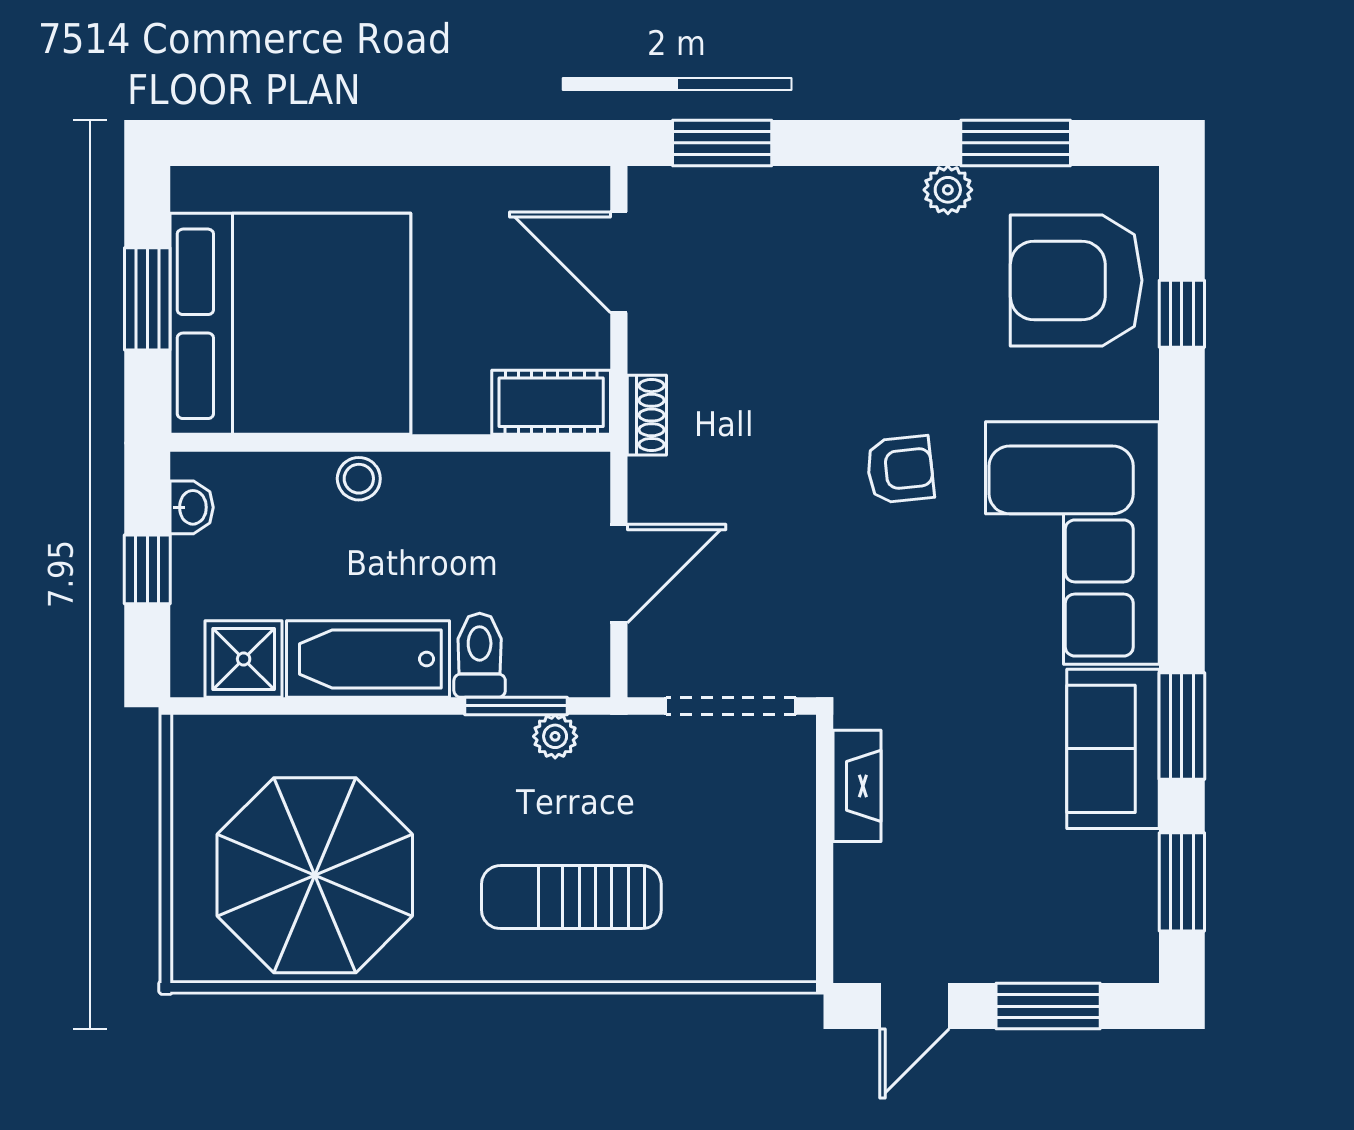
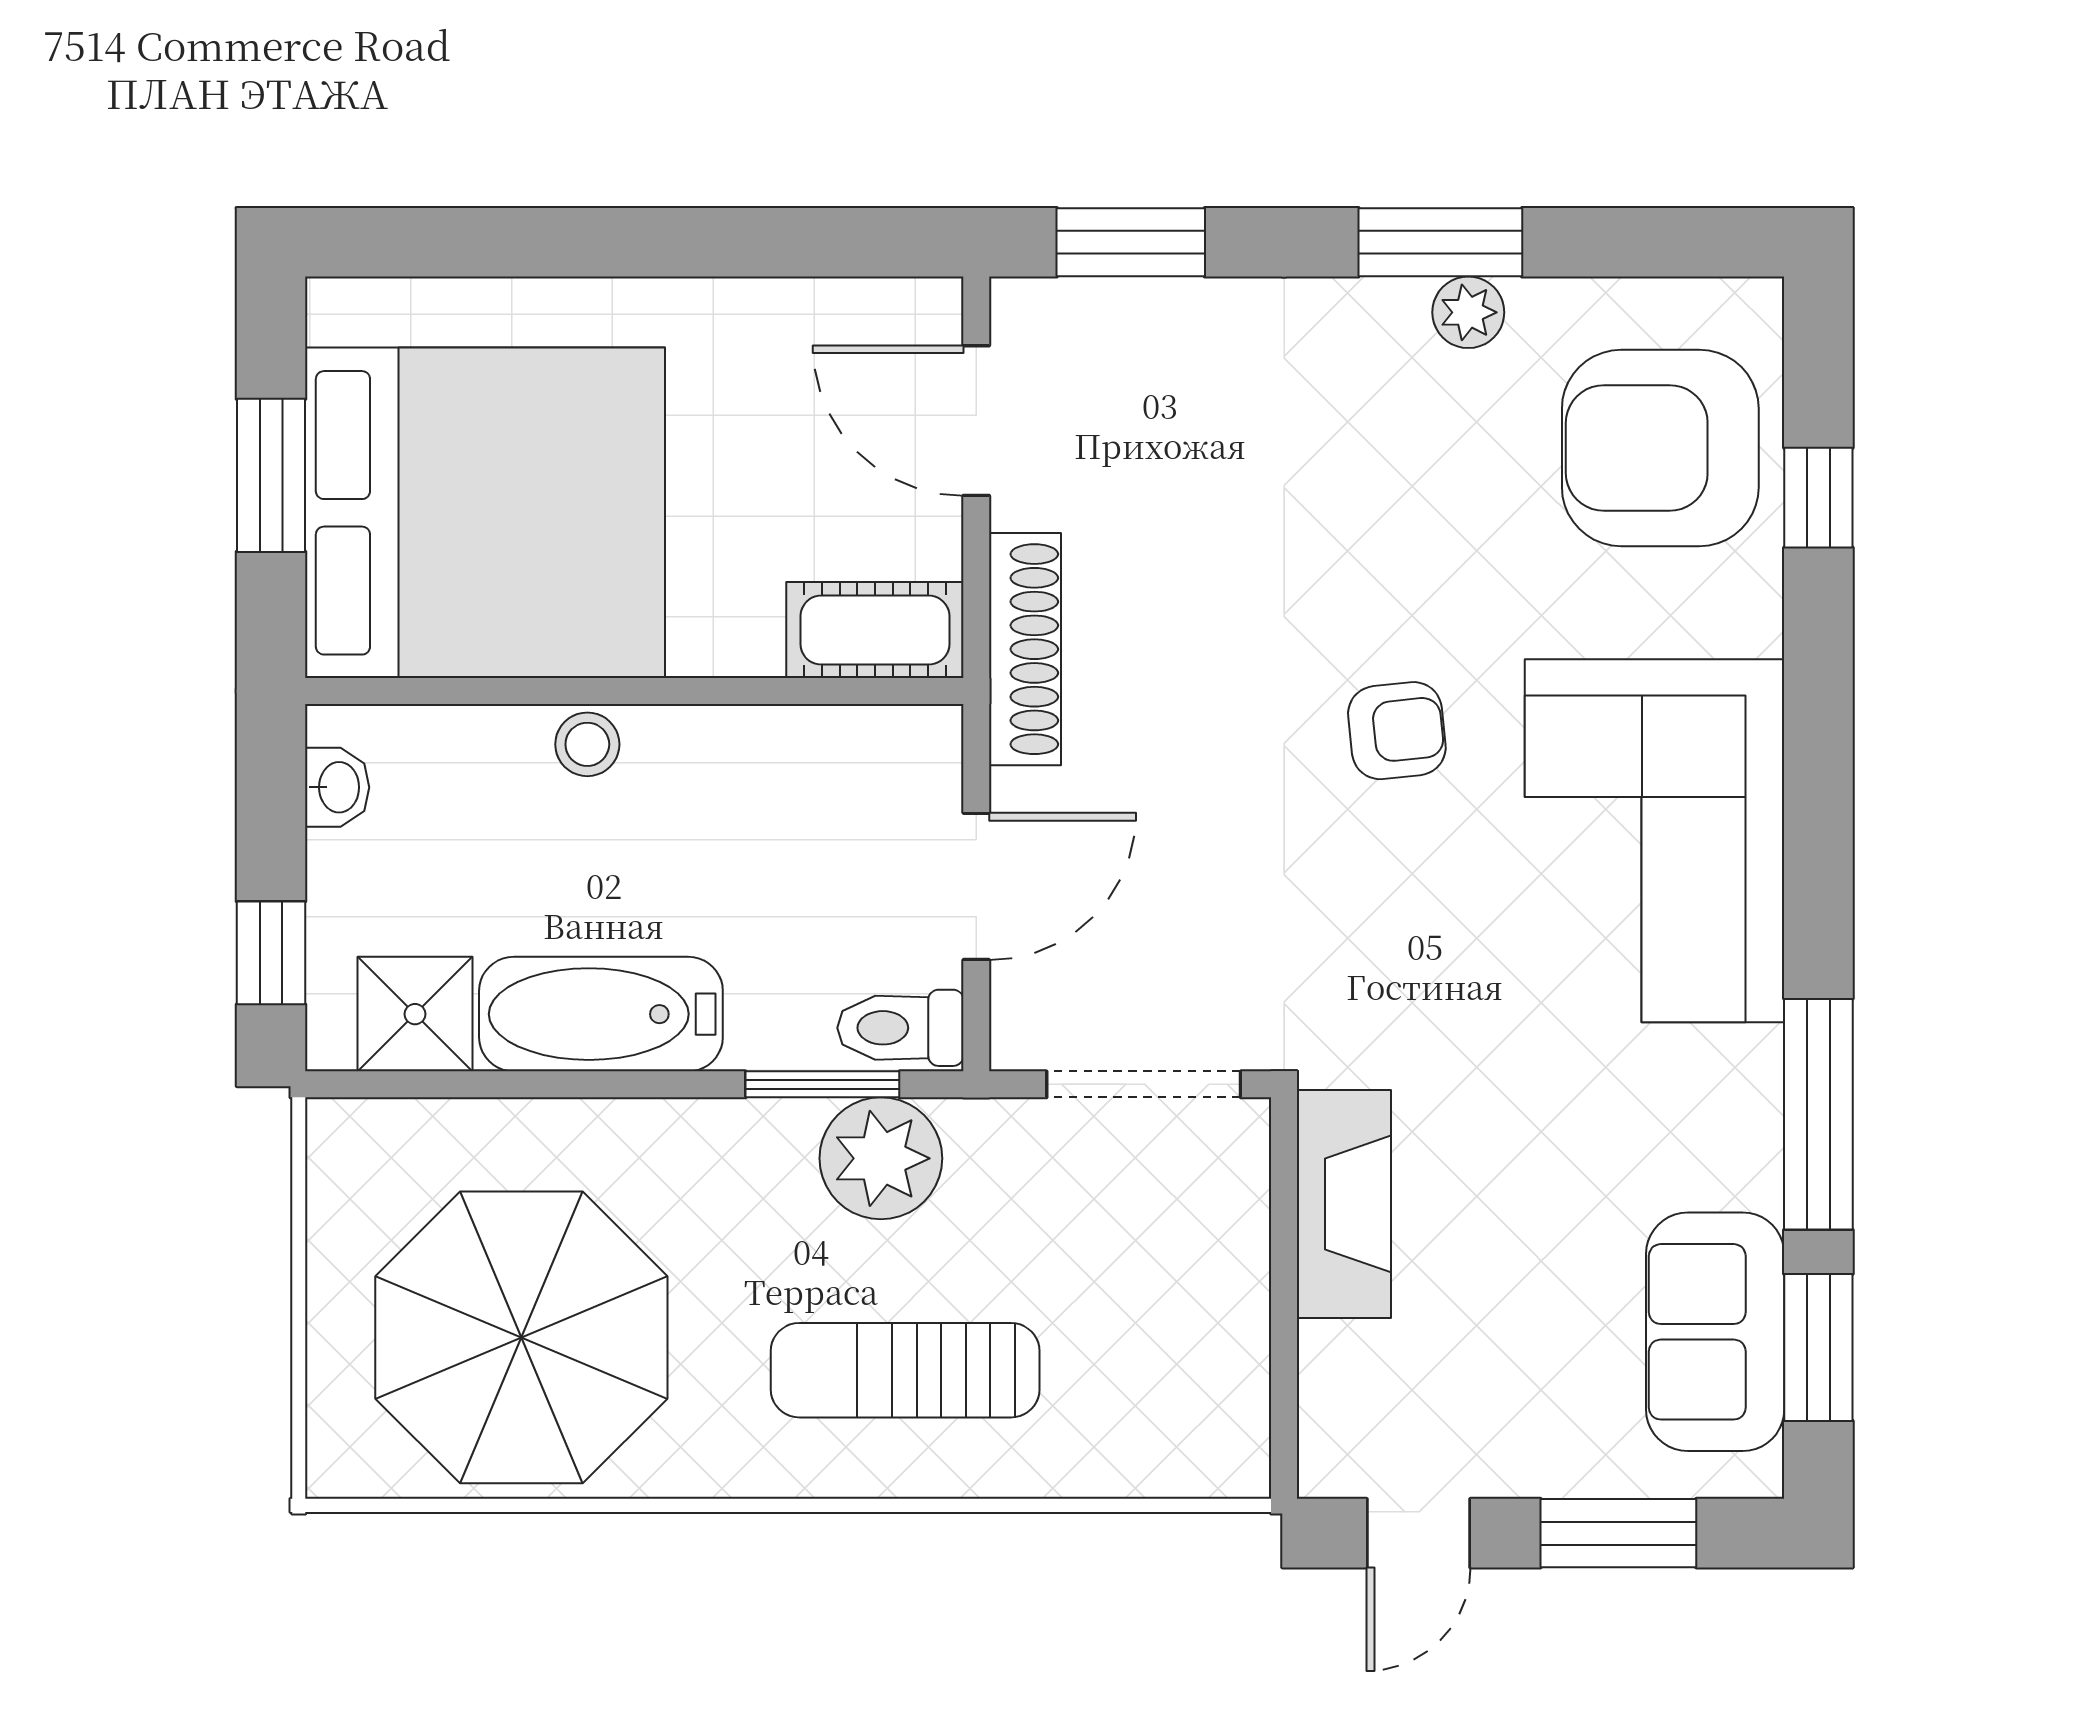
window: (1016, 143) -> (1440, 242), moved
shoe rack: (647, 415) -> (1025, 649), width x1.94, depth x1.24
window: (147, 569) -> (271, 953), moved
toilet: (480, 655) -> (900, 1028), moved, turned -90
window: (1182, 726) -> (1818, 1114), width x1.44
plant: (555, 736) -> (881, 1158), width x1.87, depth x1.87
sofa: (1113, 749) -> (1715, 1332), moved
fireplace: (857, 786) -> (1344, 1204), width x1.37, depth x1.32

